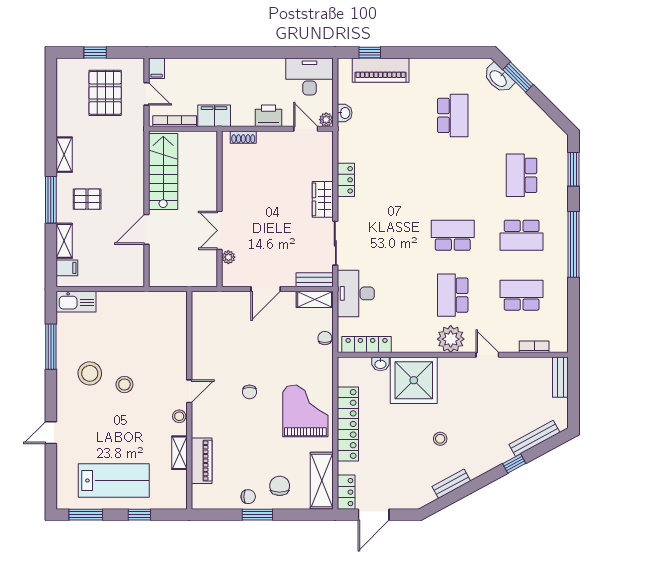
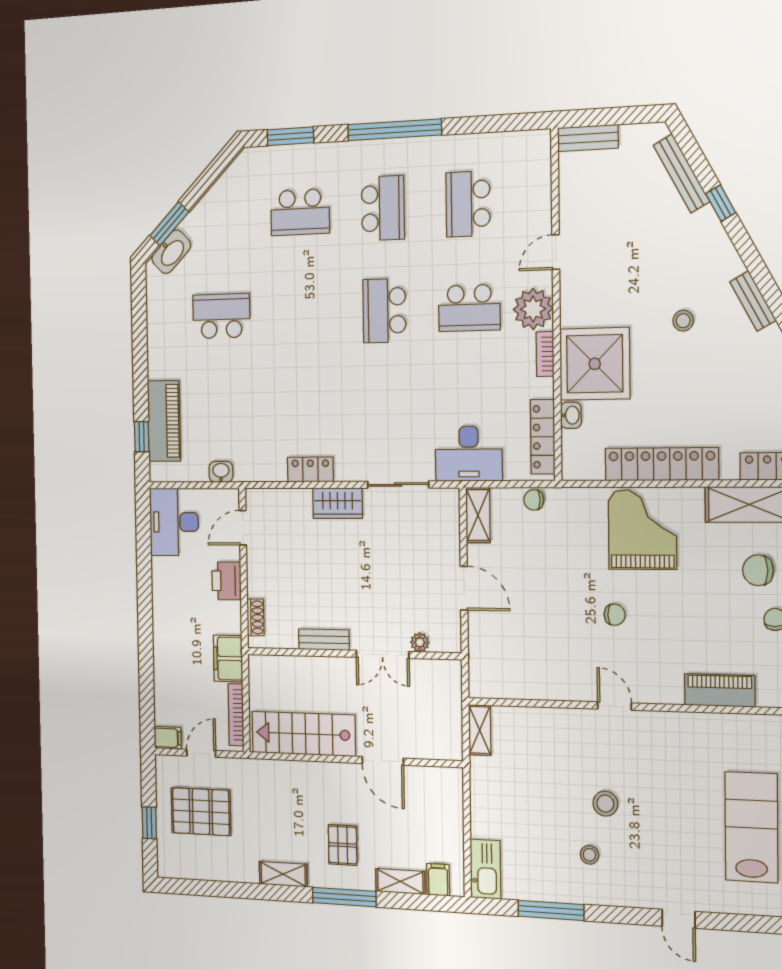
plant: (326, 120) -> (230, 498), removed
bench: (315, 280) -> (324, 640), moved, turned 90
bookcase: (534, 347) -> (545, 354), moved
stool: (90, 373) -> (589, 855), width x0.53, depth x0.53
grand piano: (305, 411) -> (642, 530), turned 90
stool: (179, 416) -> (652, 723), removed
shelving: (180, 453) -> (480, 730), moved, turned 90

